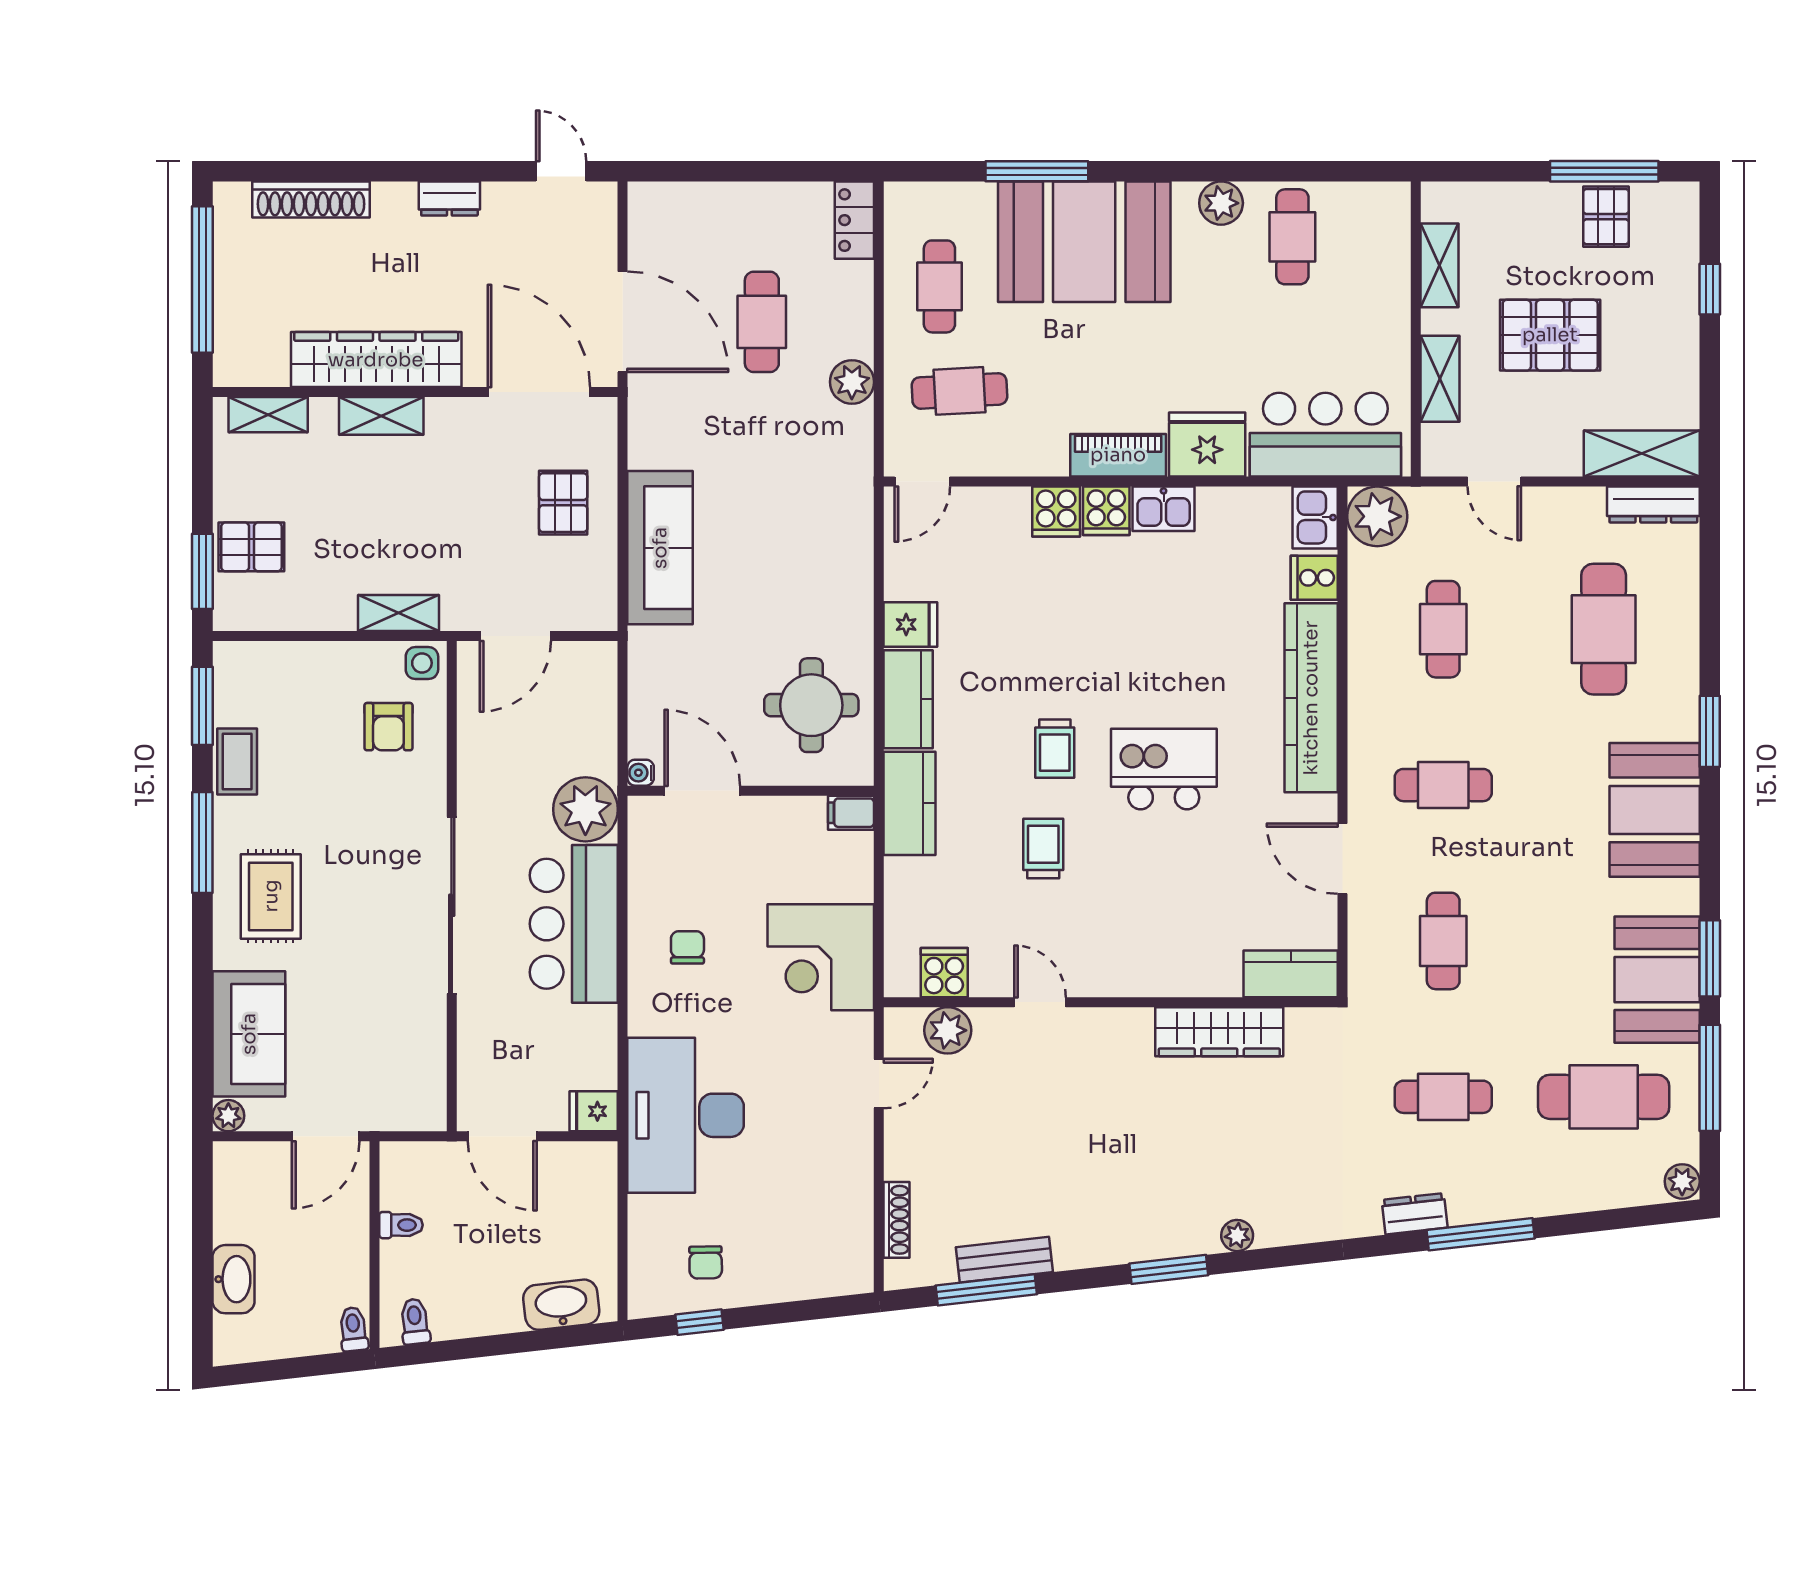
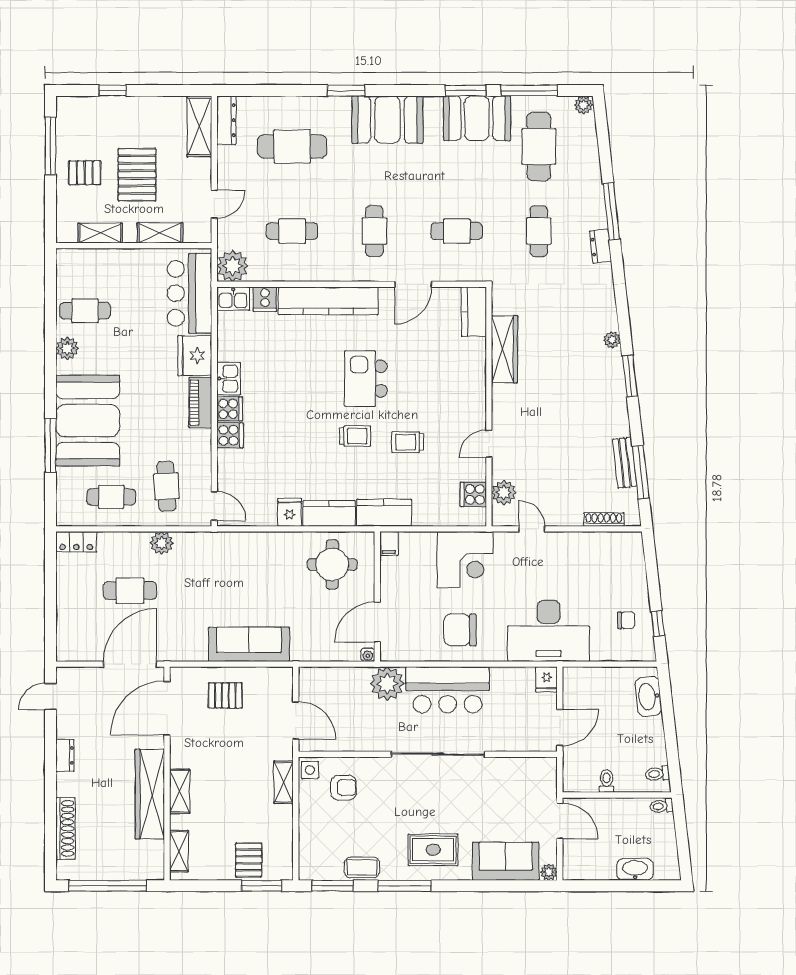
pallet: (1606, 217) -> (85, 173), moved
chair: (687, 947) -> (460, 630), width x1.87, depth x1.87

